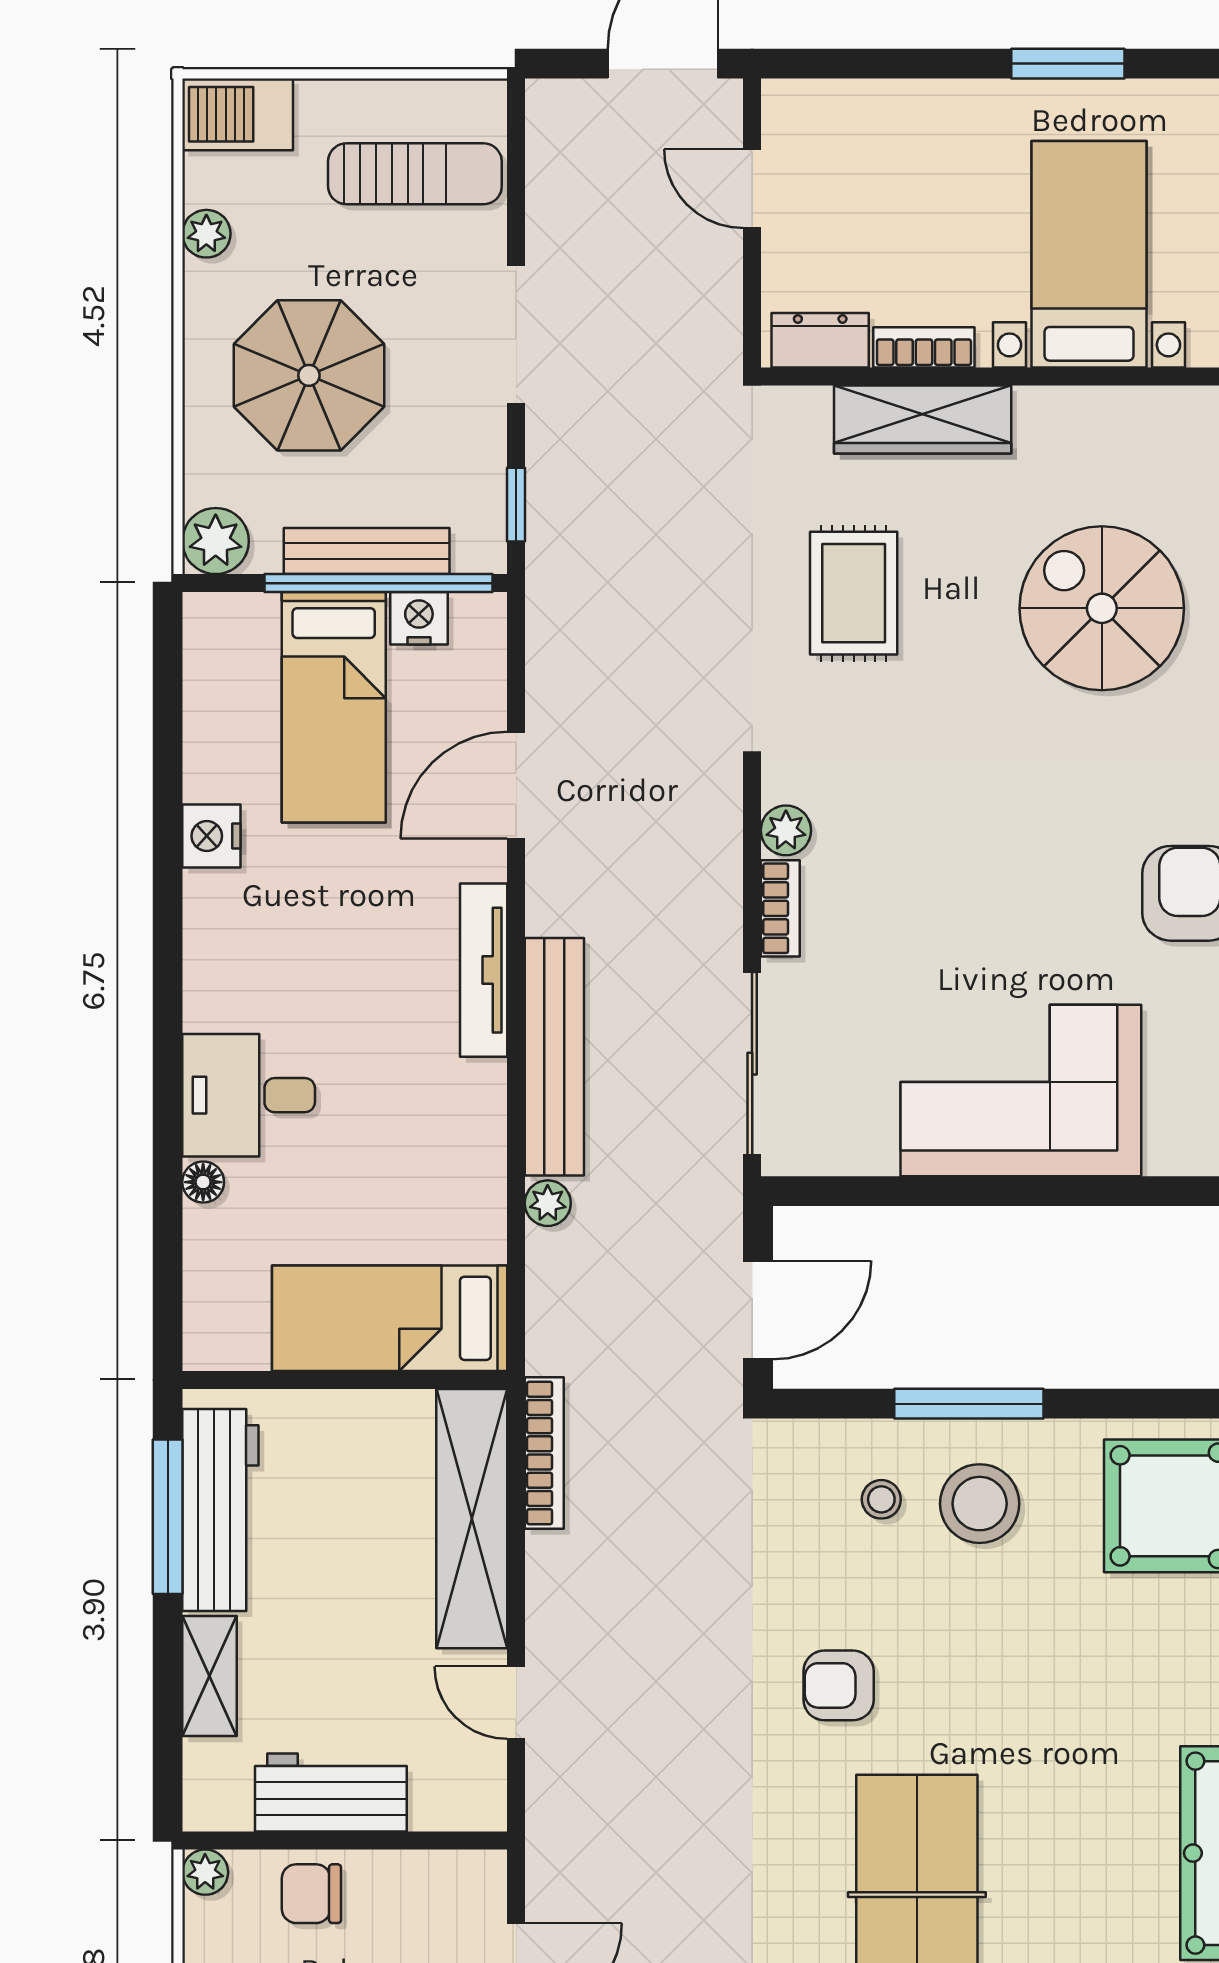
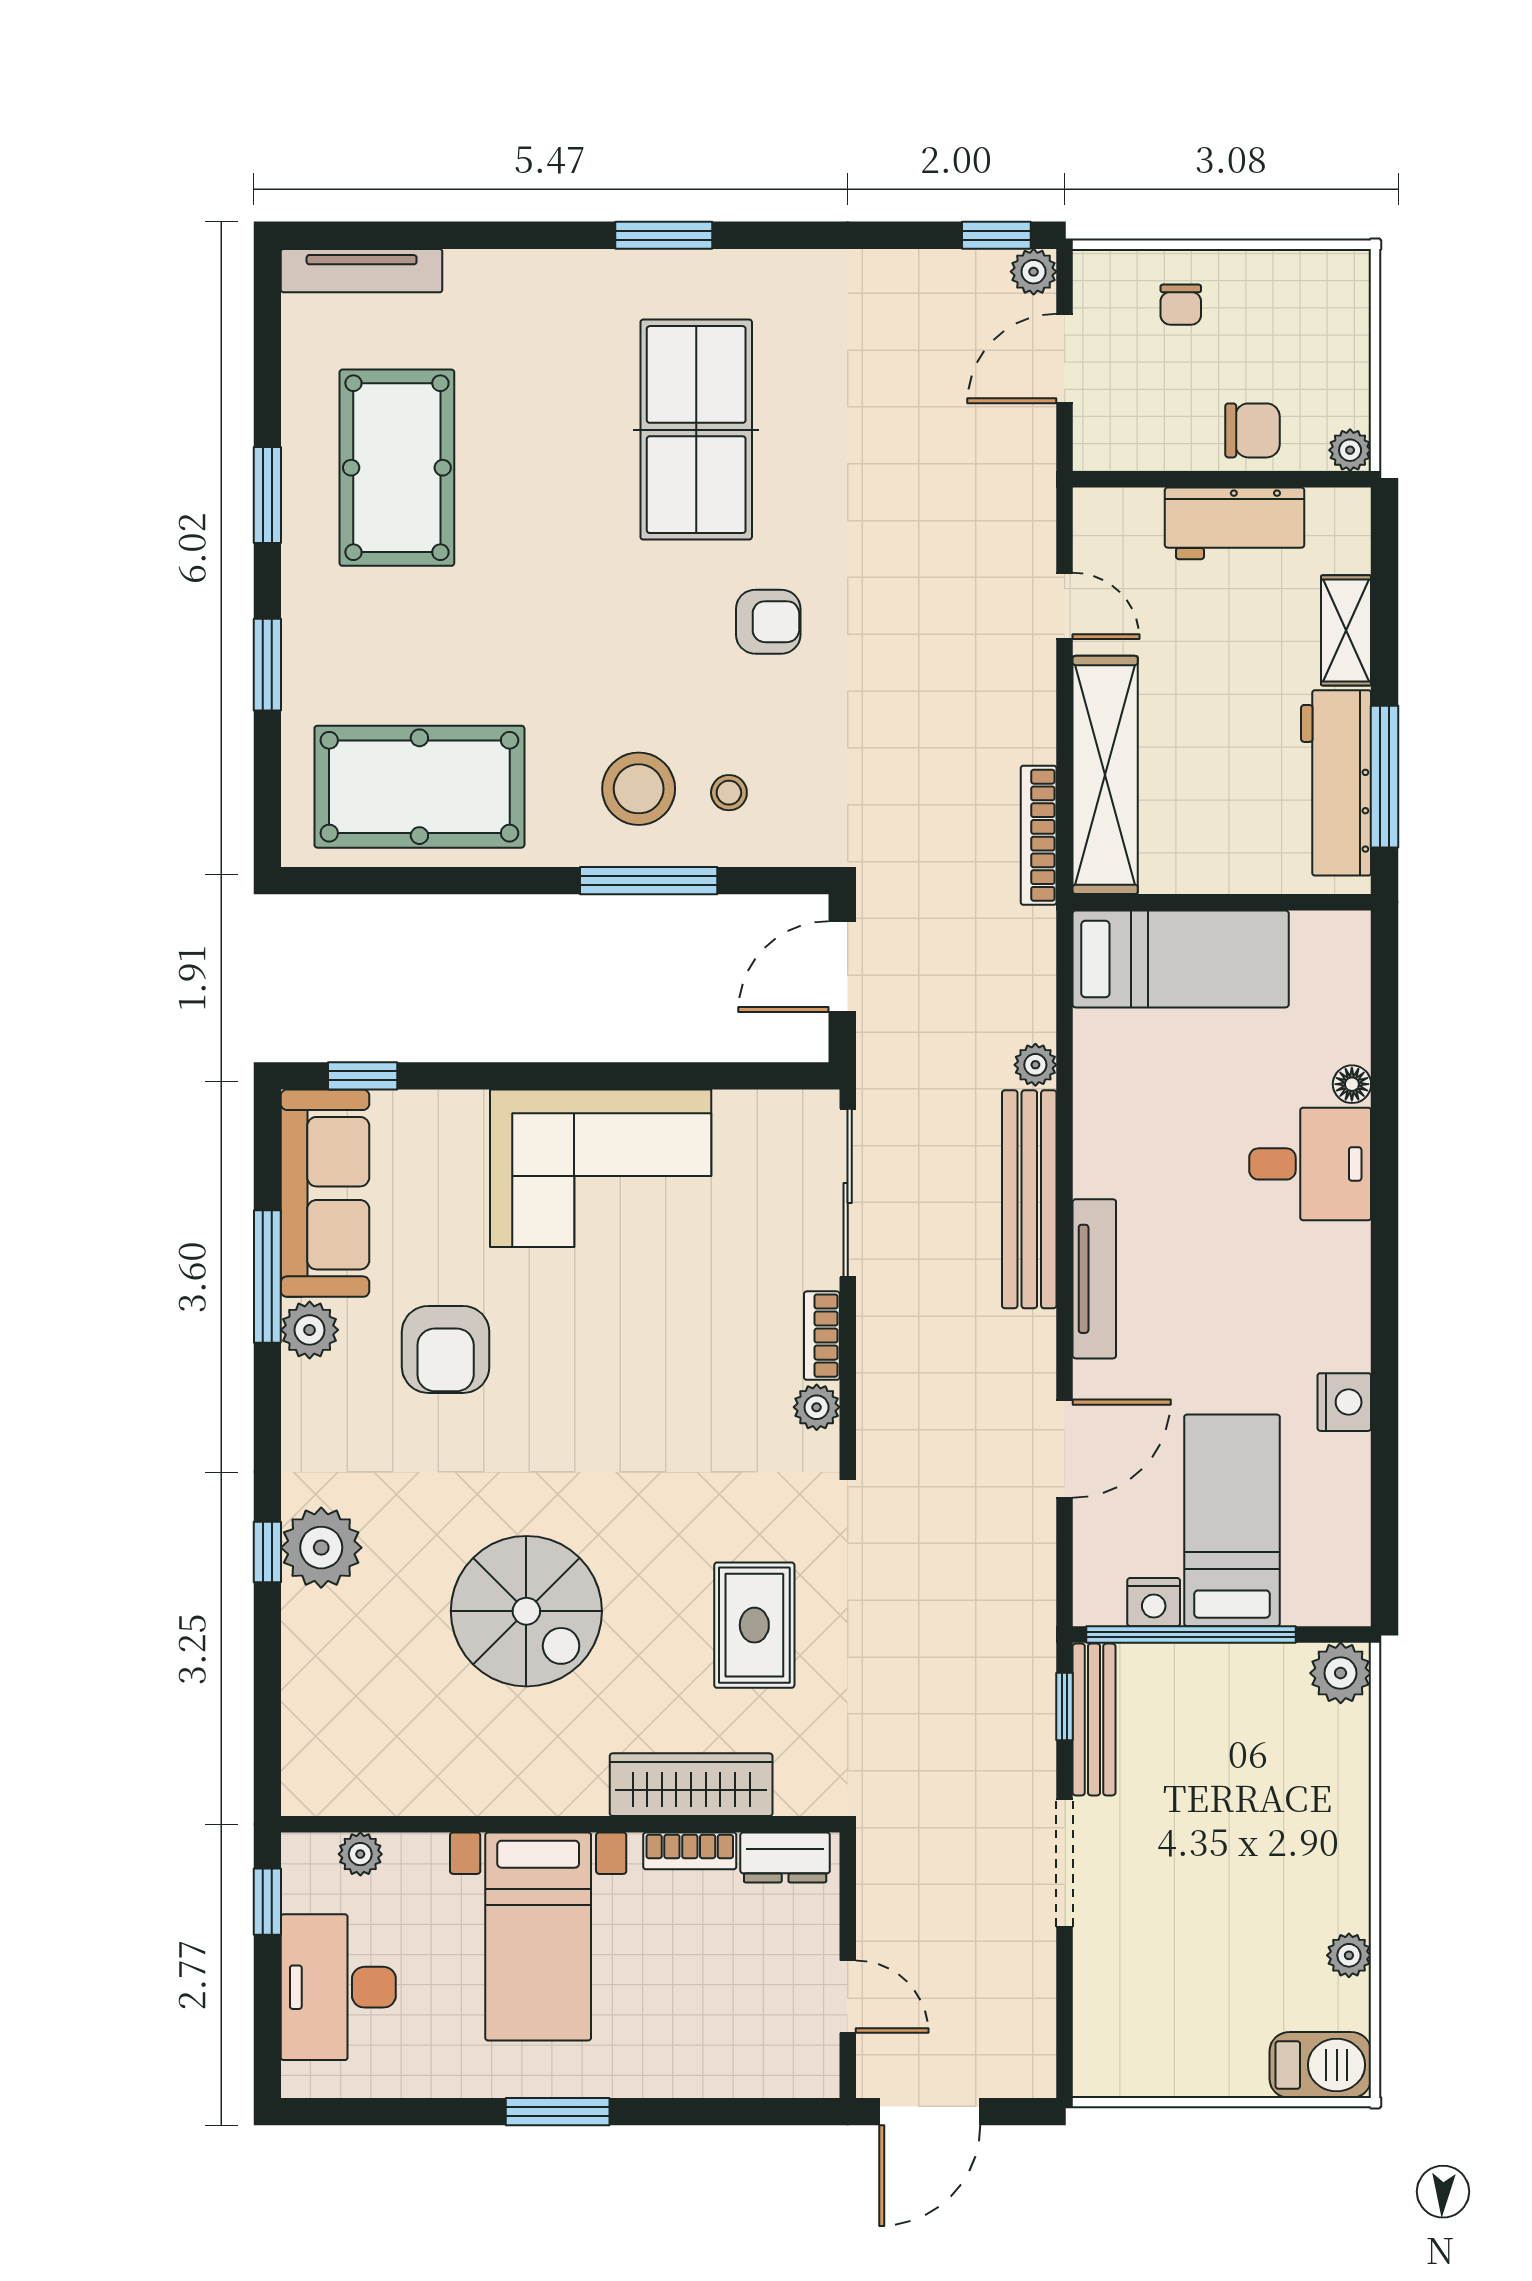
sun lounger: (415, 174) -> (1157, 2010), removed
parasol: (309, 375) -> (1255, 1825), removed
bench: (367, 551) -> (1094, 1719), moved, turned 90

